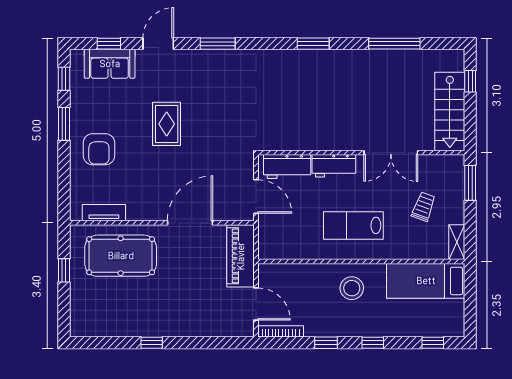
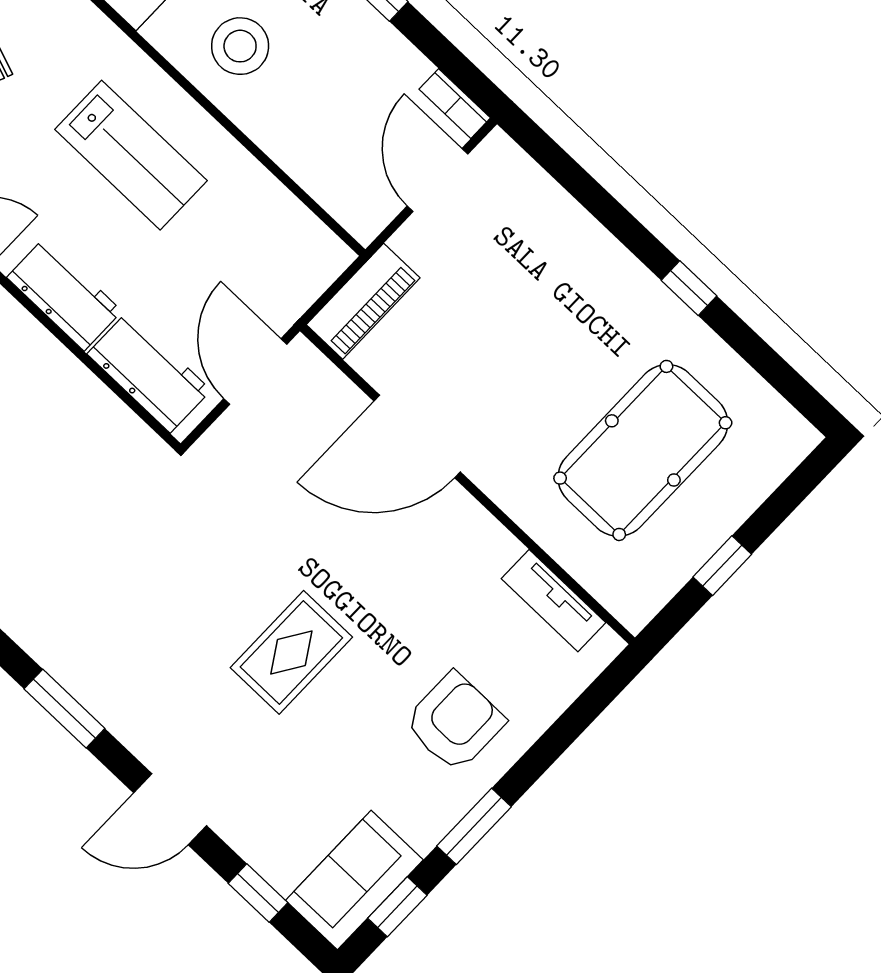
sofa: (110, 64) -> (354, 880), moved, turned -90
pool table: (121, 256) -> (643, 450), moved, turned 90
piano: (241, 256) -> (363, 301), width x0.73, depth x0.75
bookcase: (281, 331) -> (455, 104), width x0.64

